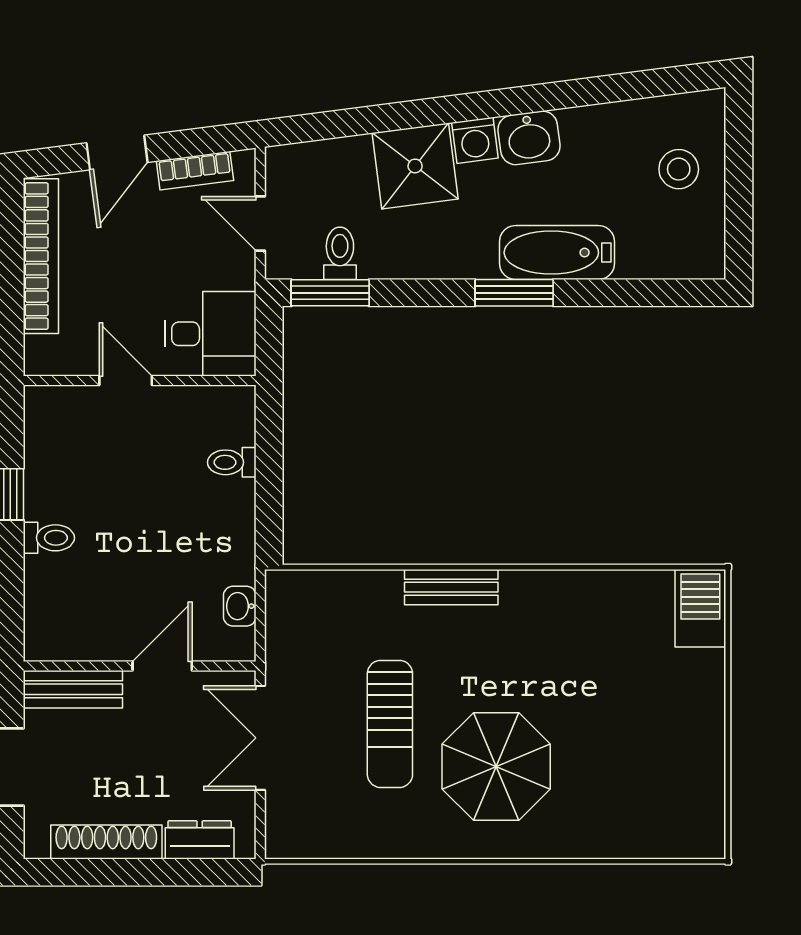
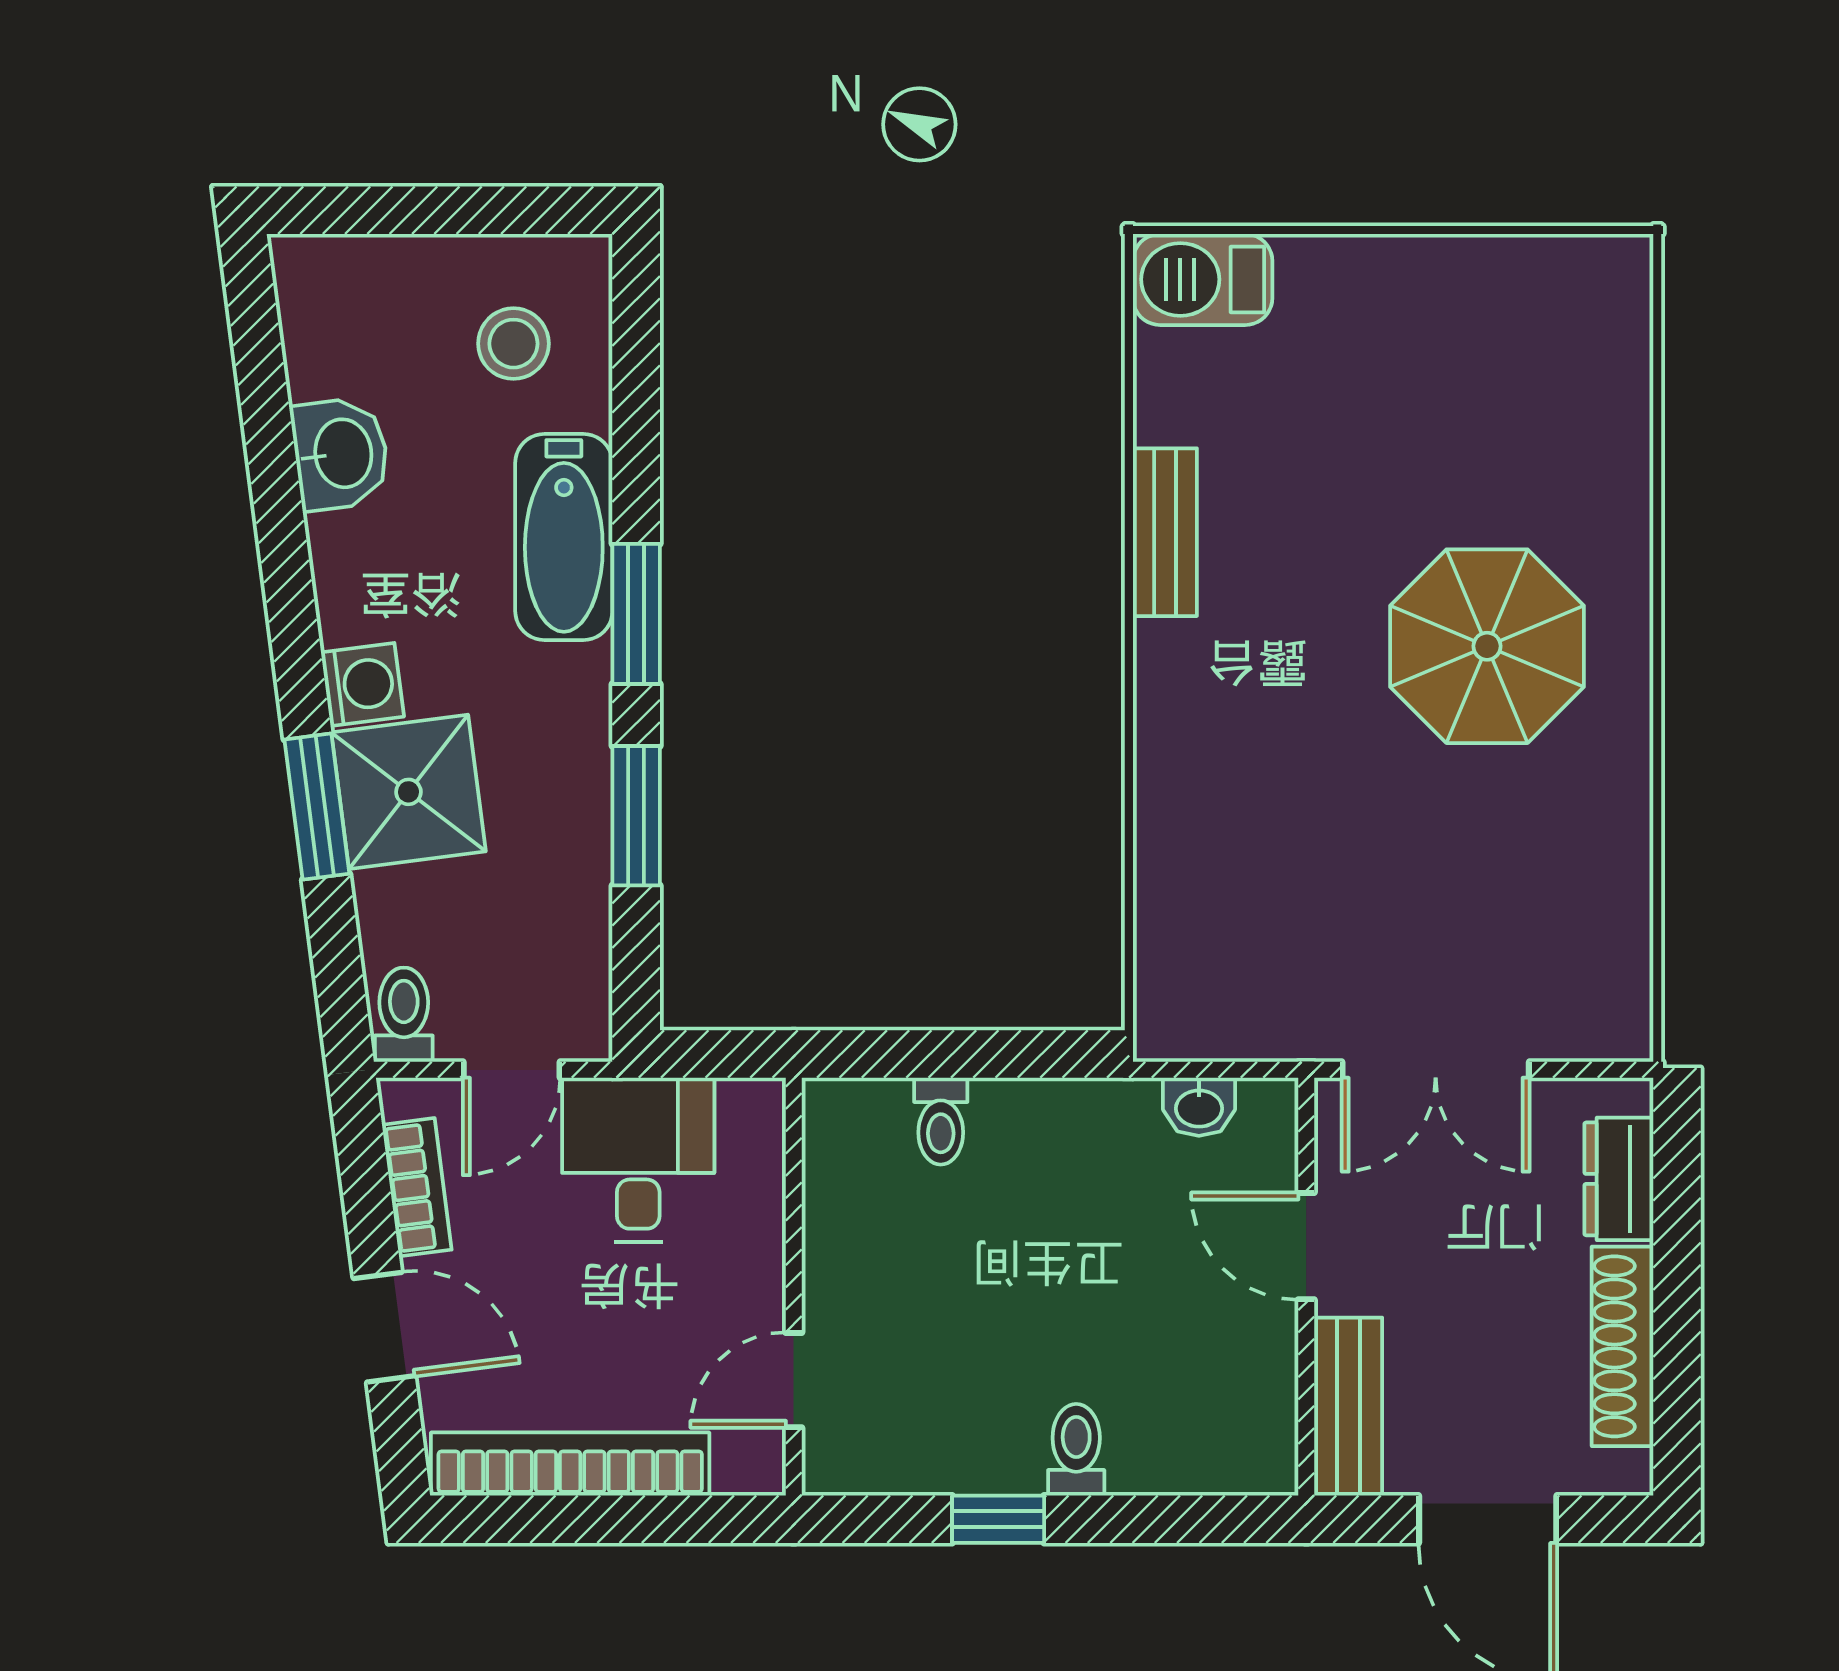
window: (407, 115) -> (317, 807), added
washbasin: (529, 138) -> (341, 454), moved
stool: (679, 169) -> (513, 344), moved
toilet: (340, 253) -> (404, 1015), moved, turned 90
window: (330, 293) -> (636, 816), moved
desk: (210, 334) -> (638, 1160), moved
door: (126, 381) -> (794, 1380), moved
bench: (451, 587) -> (1165, 532), moved
sun lounger: (390, 724) -> (1411, 837), removed

